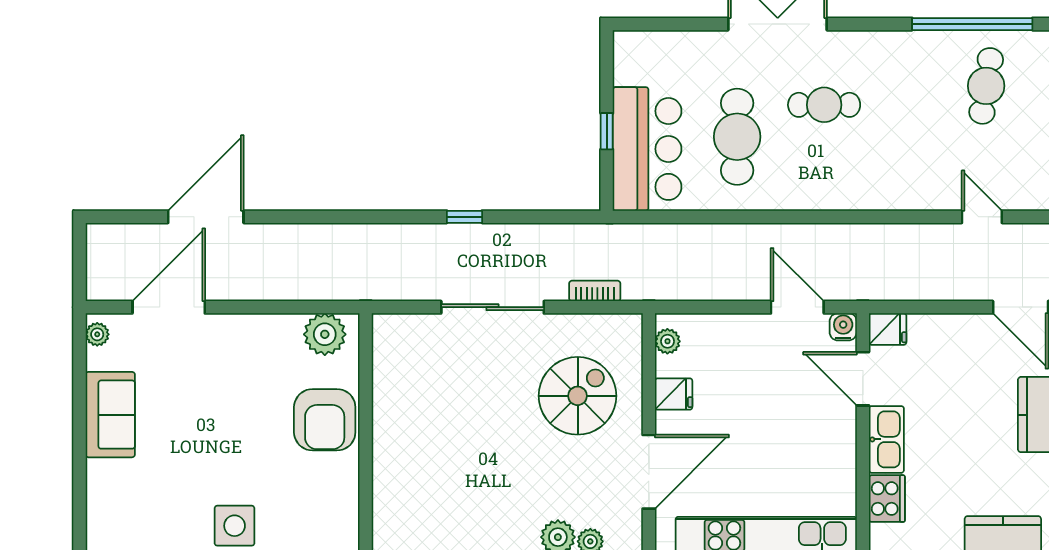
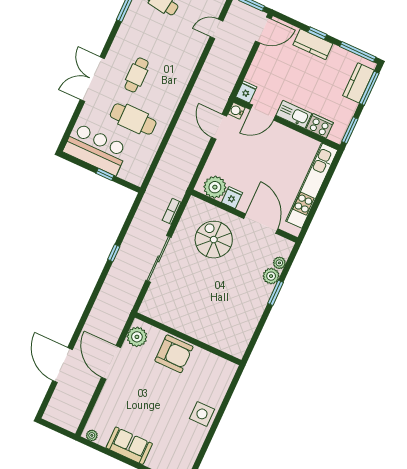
bar counter: (647, 149) -> (96, 149), moved
door: (169, 307) -> (111, 362), moved
door: (797, 307) -> (219, 127), hinge flipped
plant: (667, 341) -> (215, 187), width x1.88, depth x1.88

